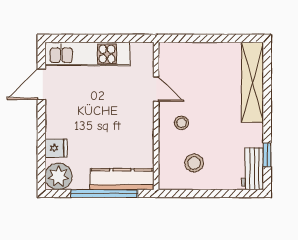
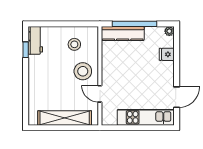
shelving: (252, 82) -> (65, 118), moved, turned 90
stool: (181, 123) -> (83, 71), width x1.89, depth x1.89
plant: (59, 176) -> (169, 31), width x0.53, depth x0.53

